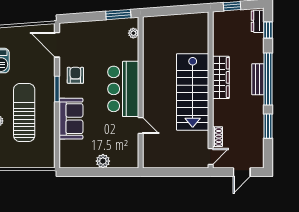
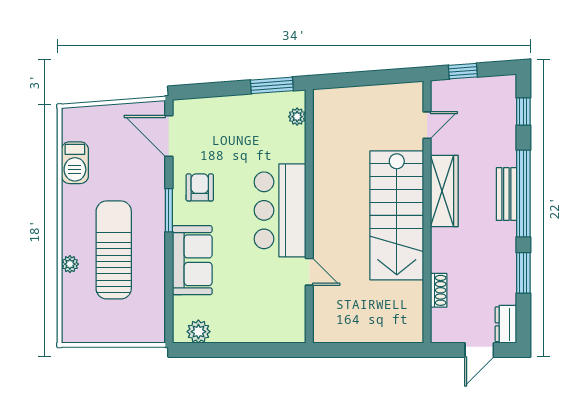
dresser: (258, 21) -> (506, 324), moved
door: (211, 156) -> (427, 125), moved
plant: (103, 161) -> (198, 332), moved

